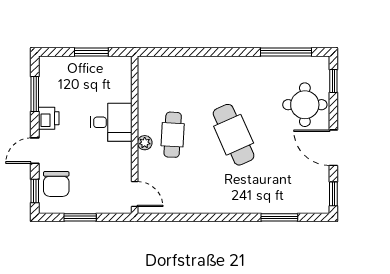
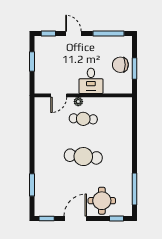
window: (35, 94) -> (108, 34), width x1.44
printer: (49, 118) -> (93, 42), removed
cafe table: (234, 135) -> (83, 157), turned 30
chair: (56, 184) -> (120, 65), moved
door: (135, 194) -> (59, 95), moved

